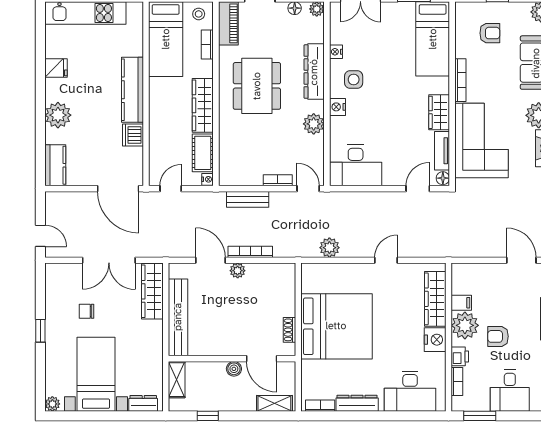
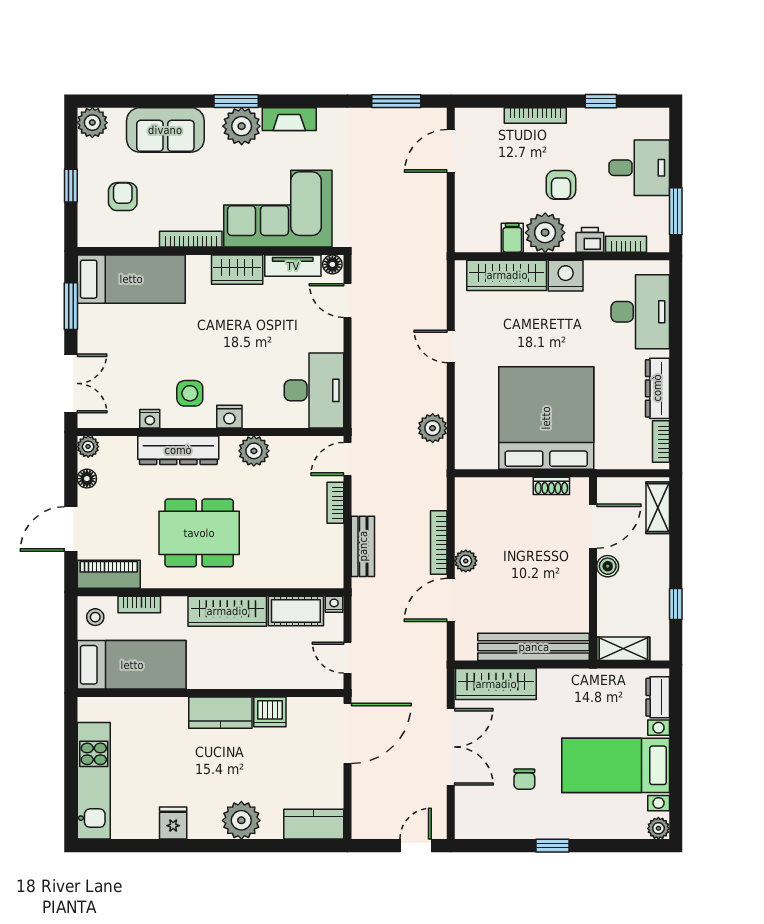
kitchen counter: (132, 90) -> (220, 713), width x0.67

